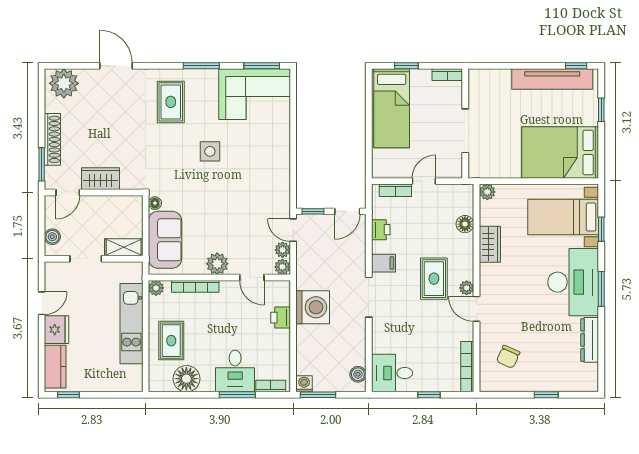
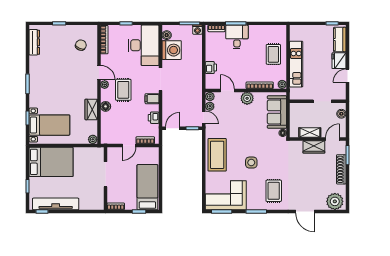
coffee table: (270, 165) -> (217, 155), added
floor lamp: (465, 224) -> (106, 106), moved
shelving: (124, 247) -> (310, 132), moved
desk: (573, 282) -> (44, 88), removed
washing machine: (313, 307) -> (172, 50), moved, turned 180
dresser: (590, 340) -> (34, 42), moved
desk: (392, 373) -> (144, 45), width x1.87, depth x1.30
floor lamp: (186, 379) -> (265, 33), removed

